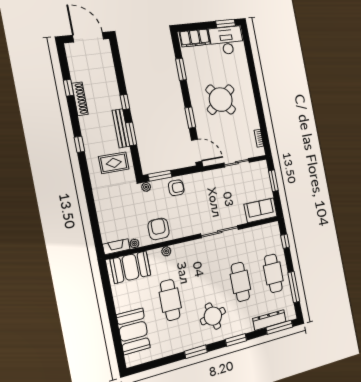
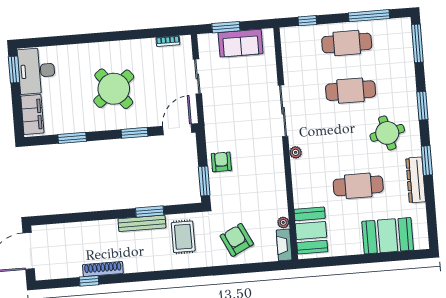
window: (125, 102) -> (110, 215), removed
window: (79, 144) -> (157, 275), removed
plant: (146, 187) -> (216, 200), removed
sofa: (261, 210) -> (241, 43), moved, turned -90
armchair: (159, 229) -> (237, 240), moved, turned 64
plant: (166, 251) -> (296, 152), moved
dresser: (269, 320) -> (416, 180), moved

